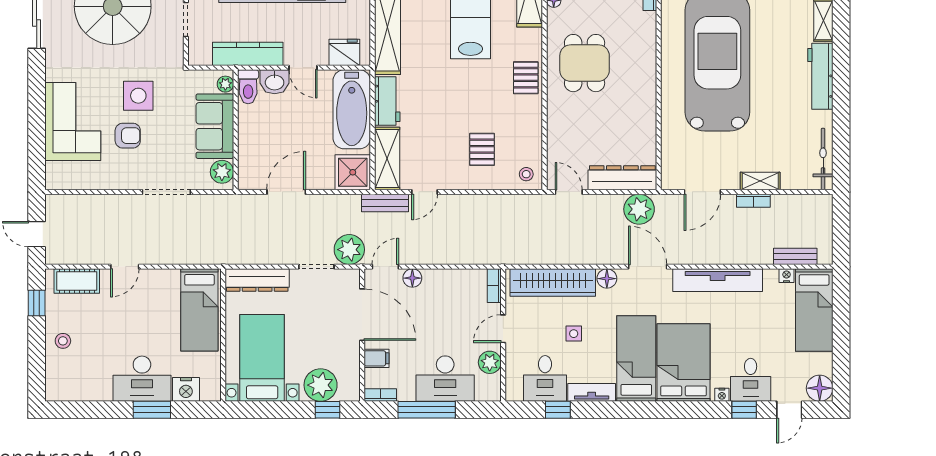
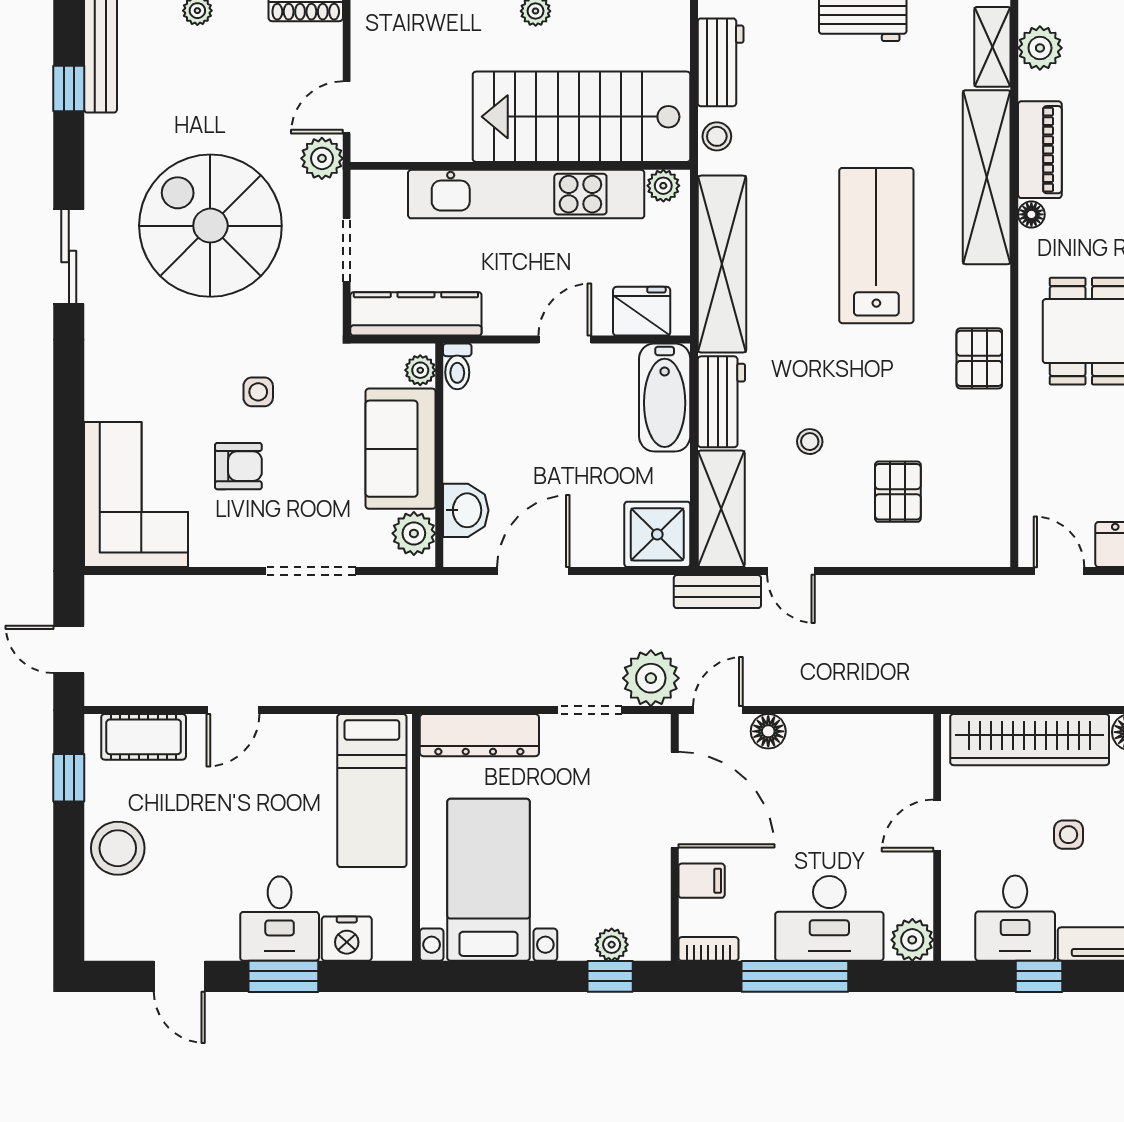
kitchen counter: (248, 54) -> (416, 314), moved
door: (303, 68) -> (565, 340), swing flipped
washbasin: (275, 82) -> (466, 510), moved, turned -90
toilet: (248, 87) -> (457, 366), width x0.73, depth x0.72
side table: (138, 96) -> (258, 392), width x0.54, depth x0.54
bathtub: (352, 109) -> (665, 397), width x0.73, depth x0.73
corner sofa: (73, 122) -> (136, 495), moved
stool: (526, 174) -> (810, 442), moved
door: (425, 192) -> (791, 571), hinge flipped
bookcase: (494, 286) -> (921, 745), removed
stool: (63, 341) -> (118, 848), width x1.89, depth x1.89
plant: (490, 362) -> (912, 940), moved
desk: (142, 379) -> (280, 919), width x0.73
plant: (321, 385) -> (612, 945), width x0.53, depth x0.53
door: (96, 410) -> (179, 976), added

